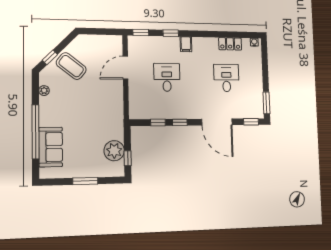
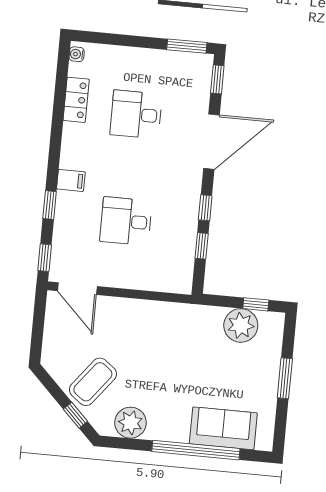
door: (125, 68) -> (77, 289), moved
plant: (44, 91) -> (130, 423), width x1.88, depth x1.88

